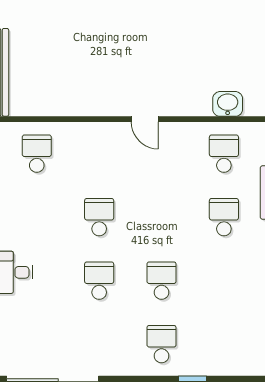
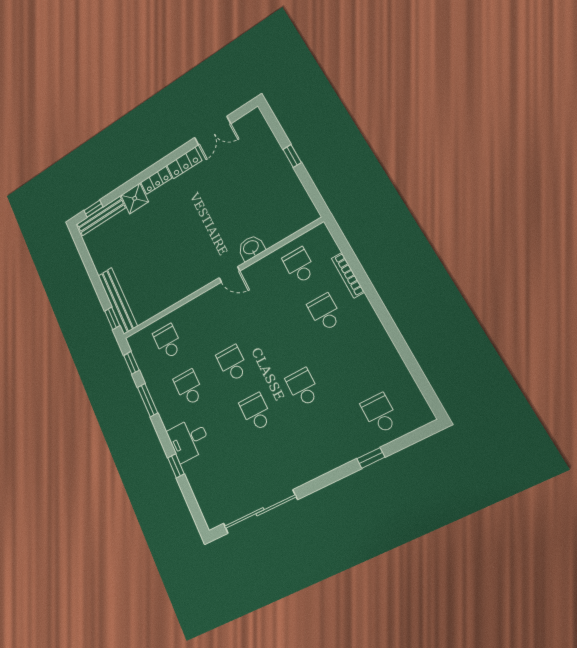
washbasin: (228, 104) -> (251, 248), moved
school desk: (37, 217) -> (189, 388), added
school desk: (162, 344) -> (380, 413), moved

